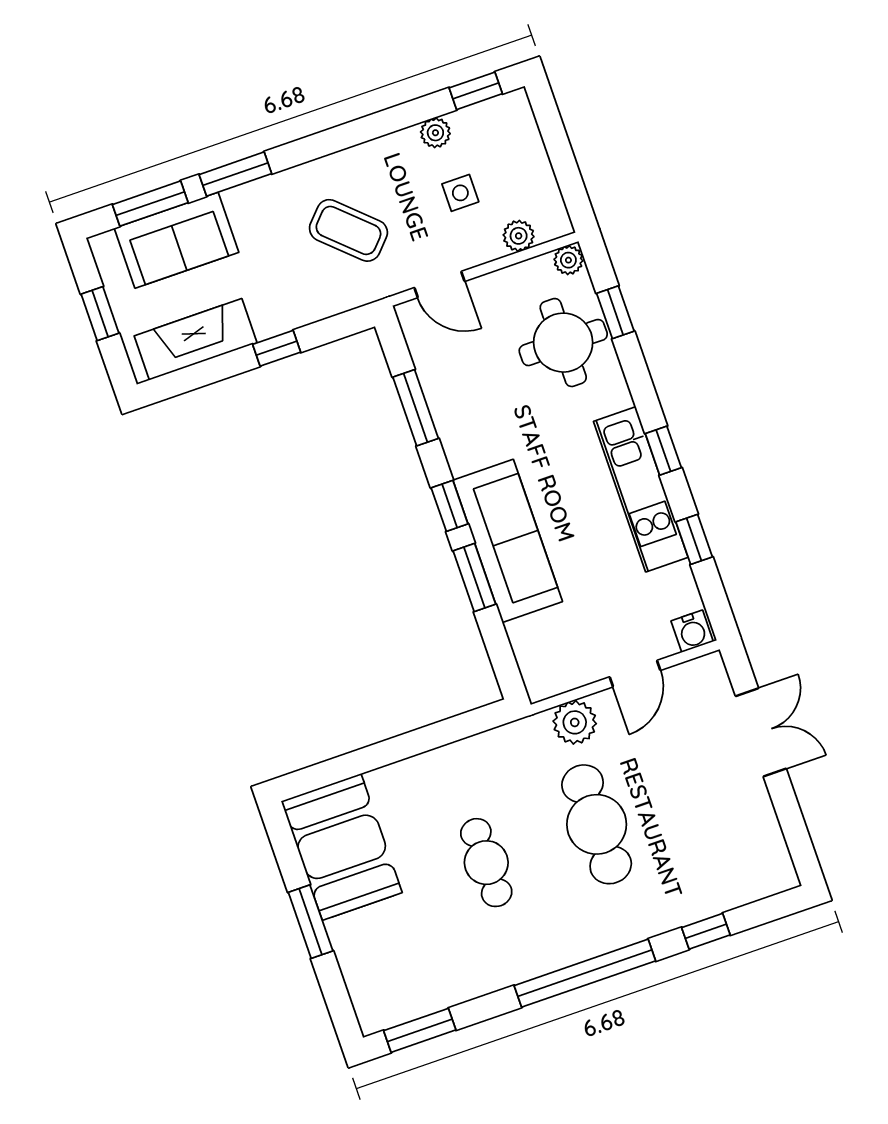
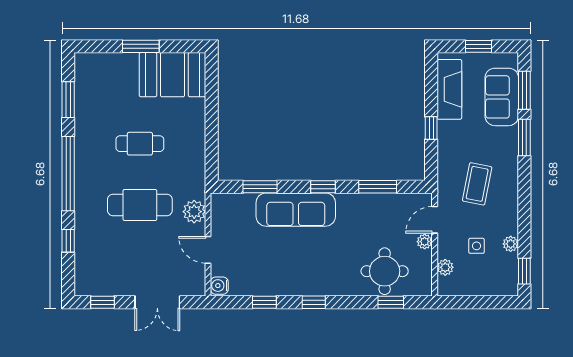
coffee table: (348, 230) -> (477, 184), turned -32
plant: (568, 260) -> (425, 242), moved
kitchen unit: (641, 489) -> (298, 284), removed
window: (474, 578) -> (260, 187), moved
window: (795, 831) -> (102, 302), added
window: (420, 1030) -> (68, 100), moved

